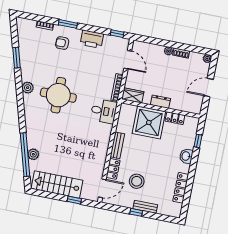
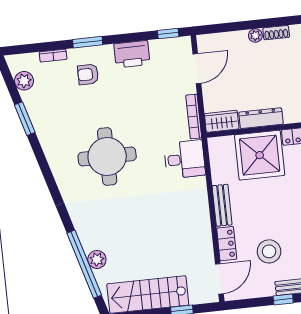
door: (128, 60) -> (197, 69), hinge flipped
plant: (28, 88) -> (24, 81), moved
dresser: (160, 102) -> (261, 118), width x1.44

